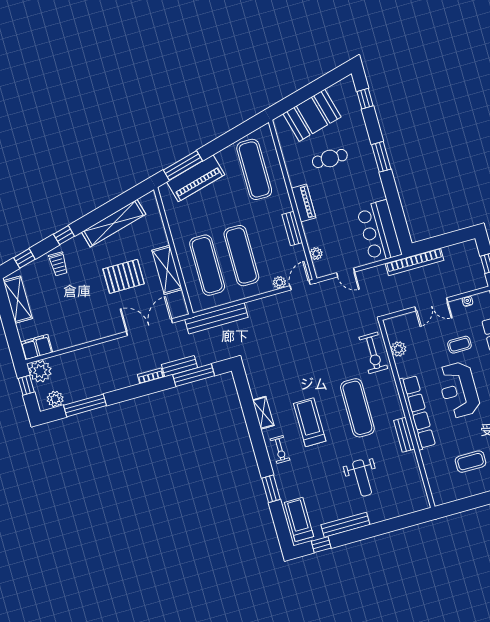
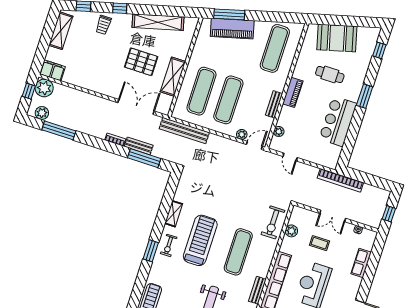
bar counter: (379, 231) -> (338, 121), moved
coffee table: (459, 345) -> (319, 243), moved
treadmill: (310, 422) -> (200, 240), width x1.37, depth x1.38
window: (271, 489) -> (151, 251), moved

